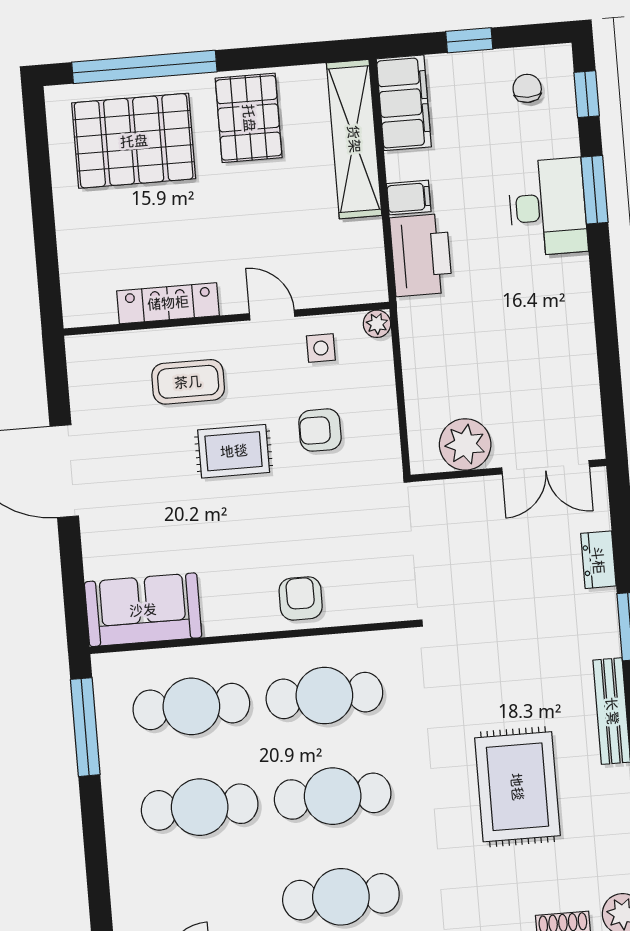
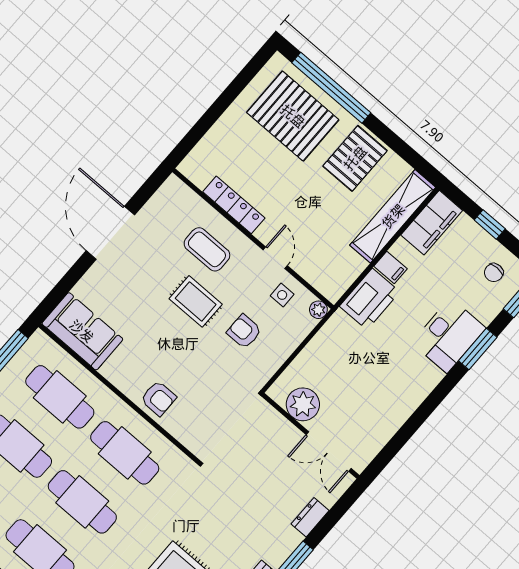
chair: (527, 88) -> (494, 273), turned 180
armchair: (301, 598) -> (158, 398), turned 90

